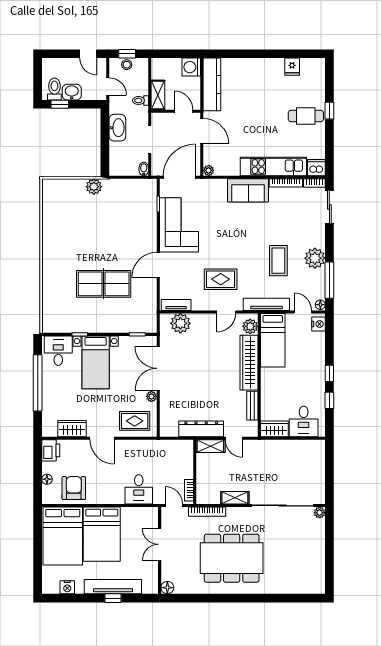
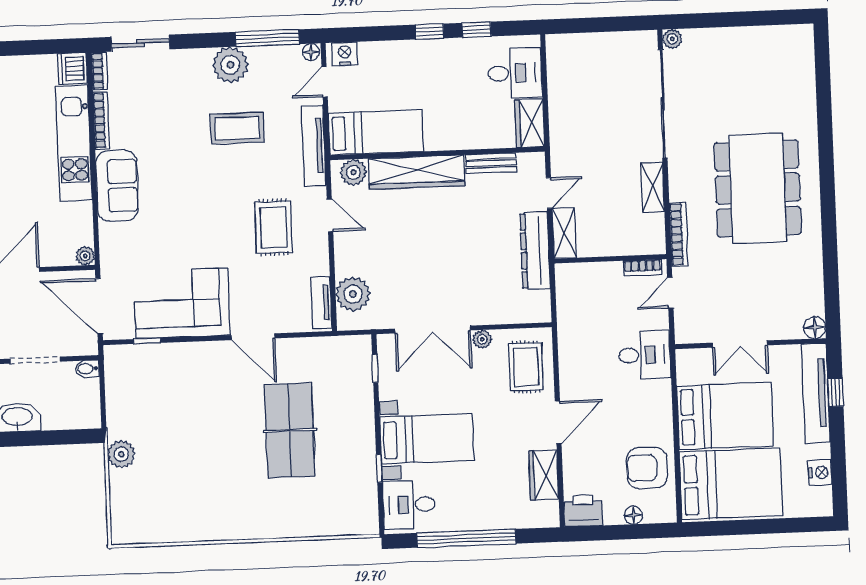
double door: (160, 544) -> (740, 344), moved
wall: (160, 550) -> (751, 344), moved
floor lamp: (167, 588) -> (815, 328), moved

